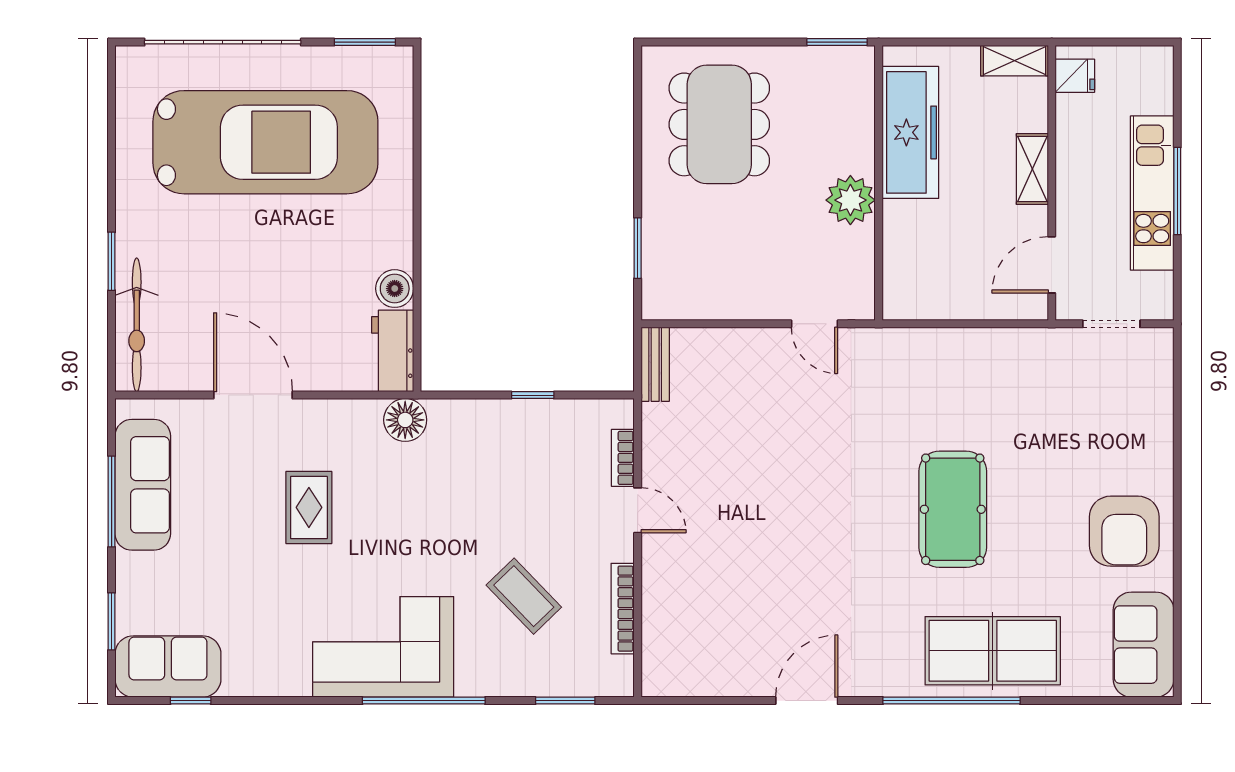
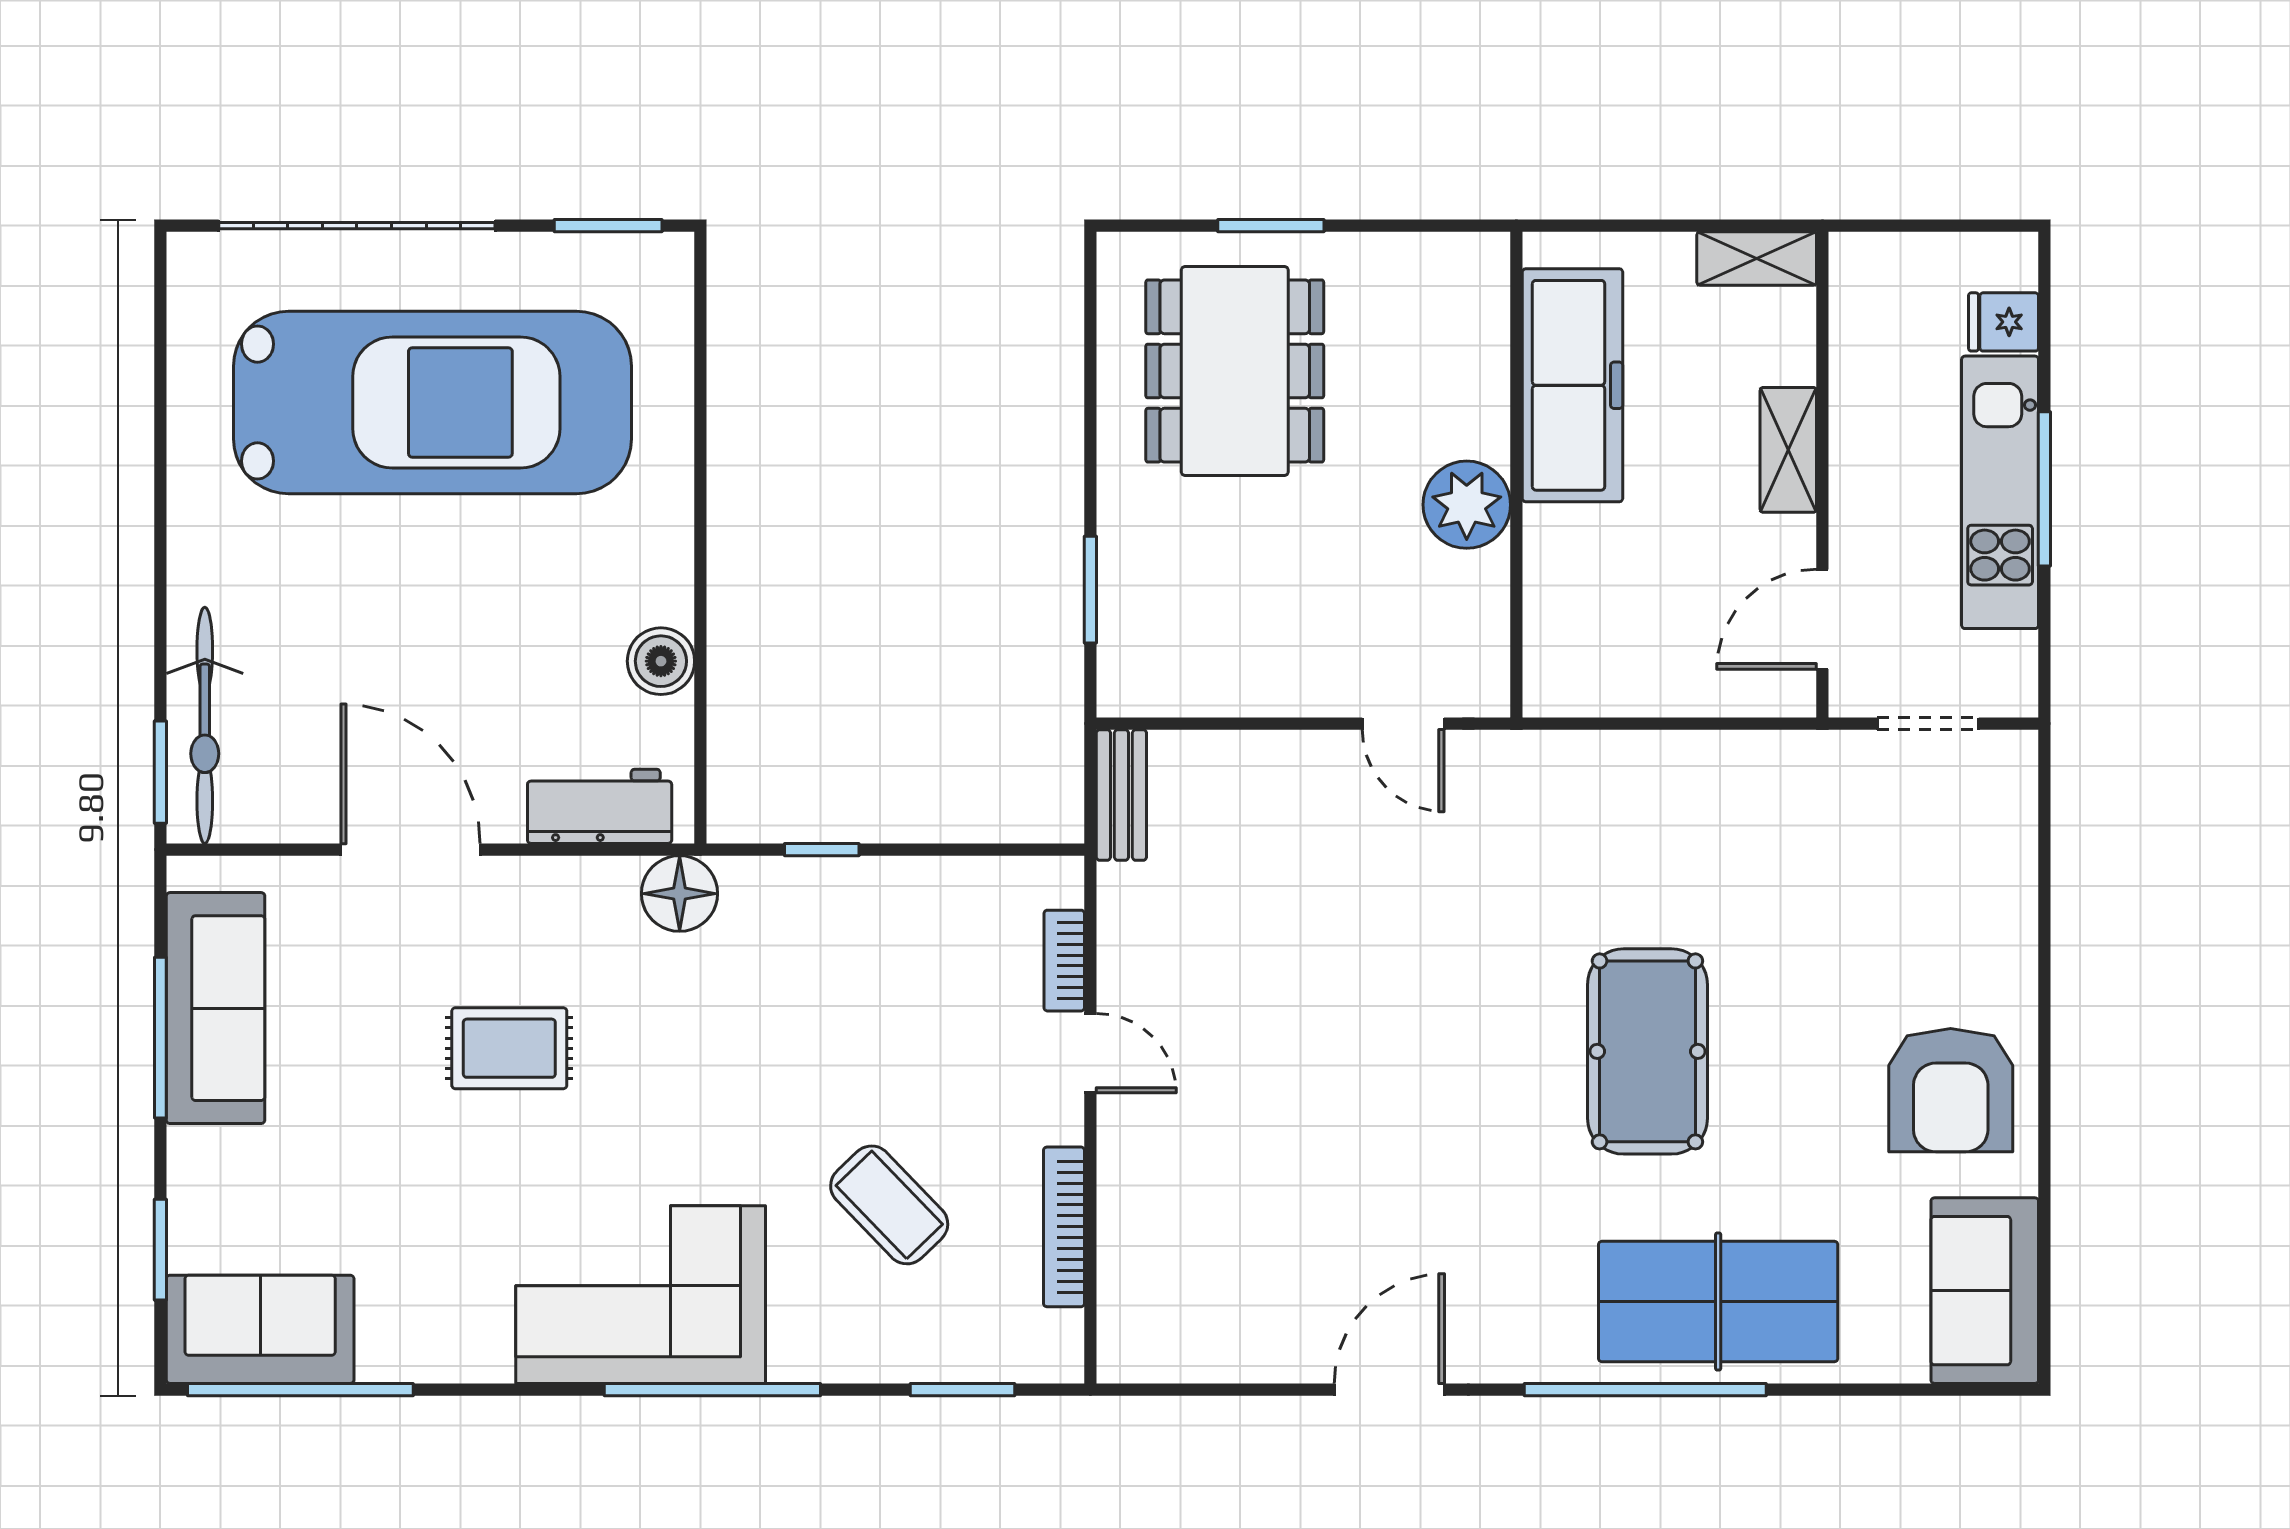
window: (837, 42) -> (1271, 226), moved
fridge: (1075, 76) -> (2004, 322), moved, turned 180
window: (112, 261) -> (160, 772), moved
workbench: (393, 351) -> (600, 806), moved, turned 90
window: (533, 395) -> (822, 850), moved
rug: (309, 507) -> (509, 1048), turned 90
window: (191, 701) -> (300, 1390), width x3.17

